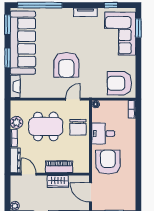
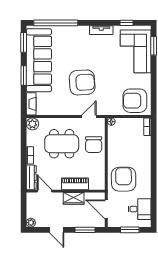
armchair: (66, 65) -> (82, 82), turned -94
plant: (16, 122) -> (32, 124), moved
desk: (103, 133) -> (140, 209), moved, turned 180

